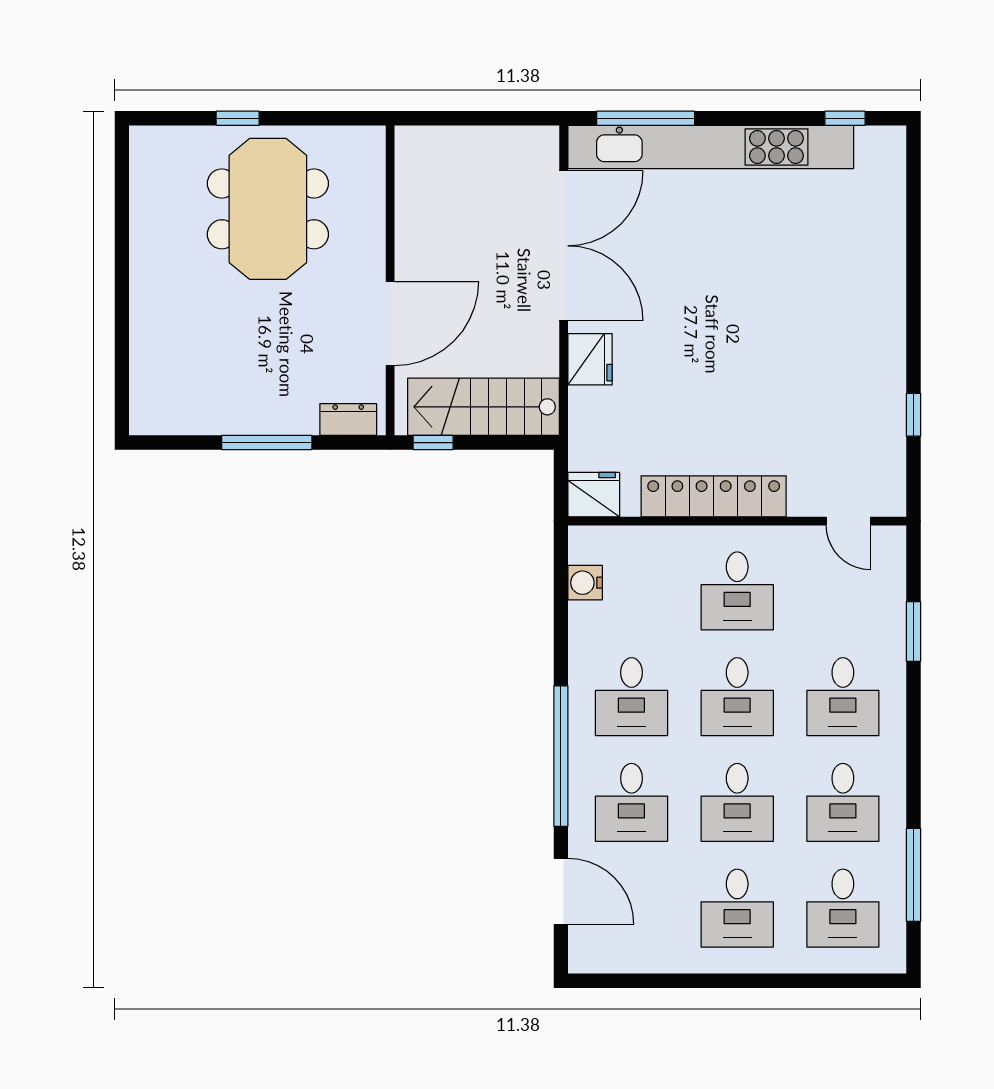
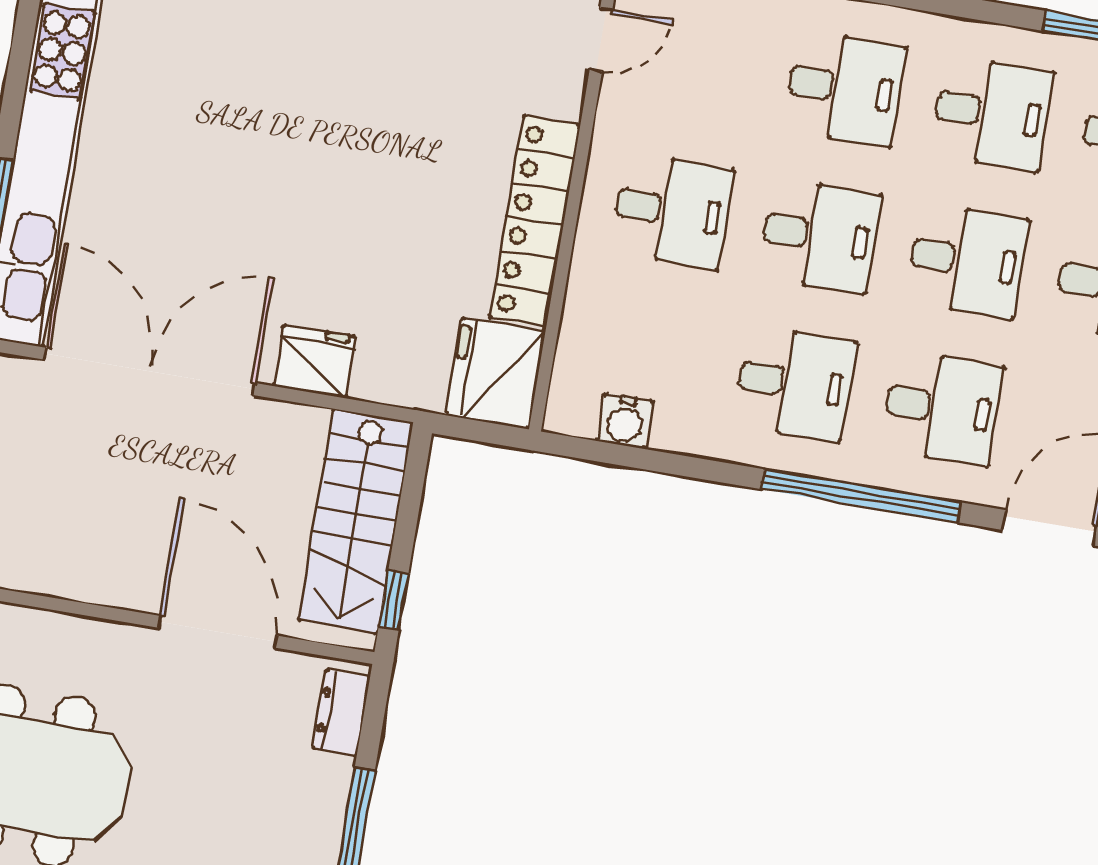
fridge: (594, 495) -> (496, 373), width x1.36, depth x1.34

